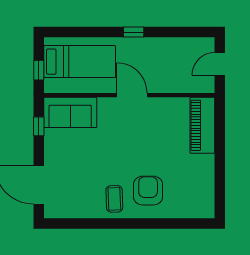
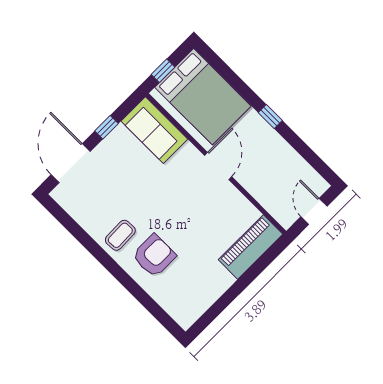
bed: (80, 62) -> (203, 97), width x1.50
door: (220, 64) -> (314, 211), hinge flipped
window: (39, 126) -> (106, 127), moved

